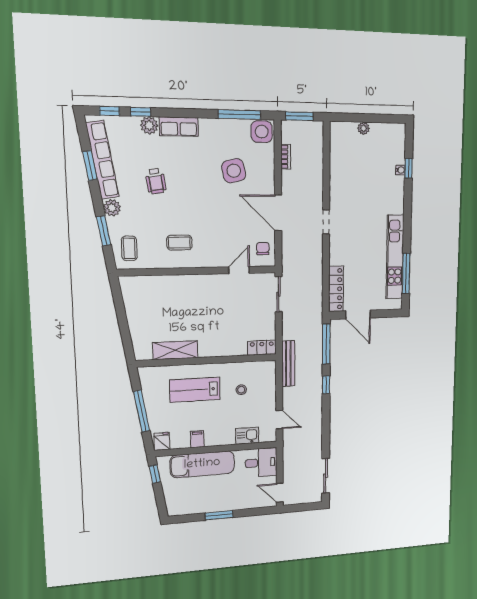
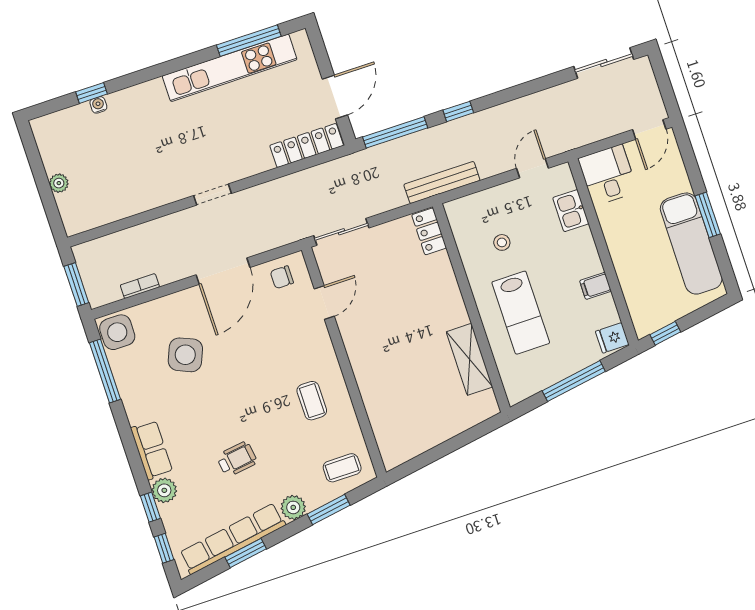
side table: (234, 171) -> (185, 355), turned 36
door: (239, 270) -> (324, 302), swing flipped
exam couch: (202, 464) -> (691, 244), moved, turned 180

